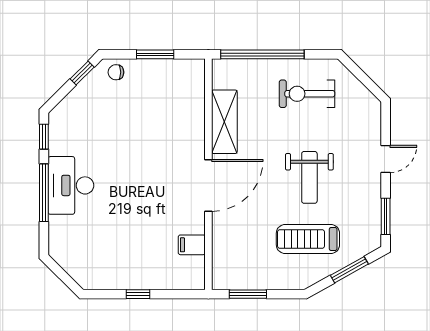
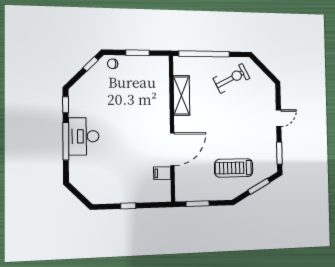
exercise bike: (307, 94) -> (231, 78), turned 153
weight bench: (309, 177) -> (234, 130), removed
door: (208, 185) -> (172, 149), moved

